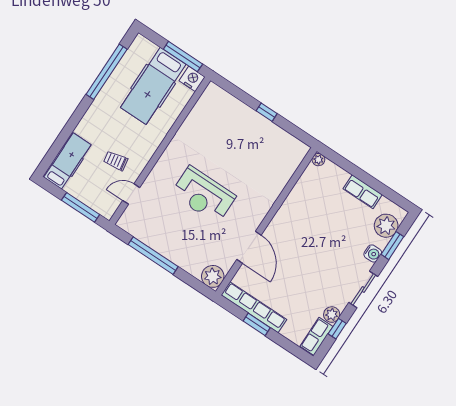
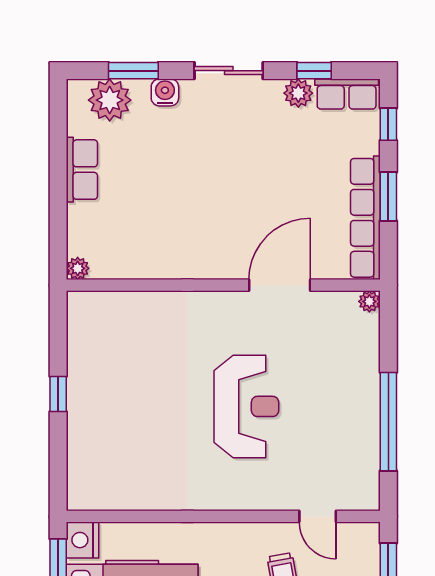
plant: (213, 276) -> (369, 301), width x0.53, depth x0.53
window: (290, 346) -> (388, 124), added

